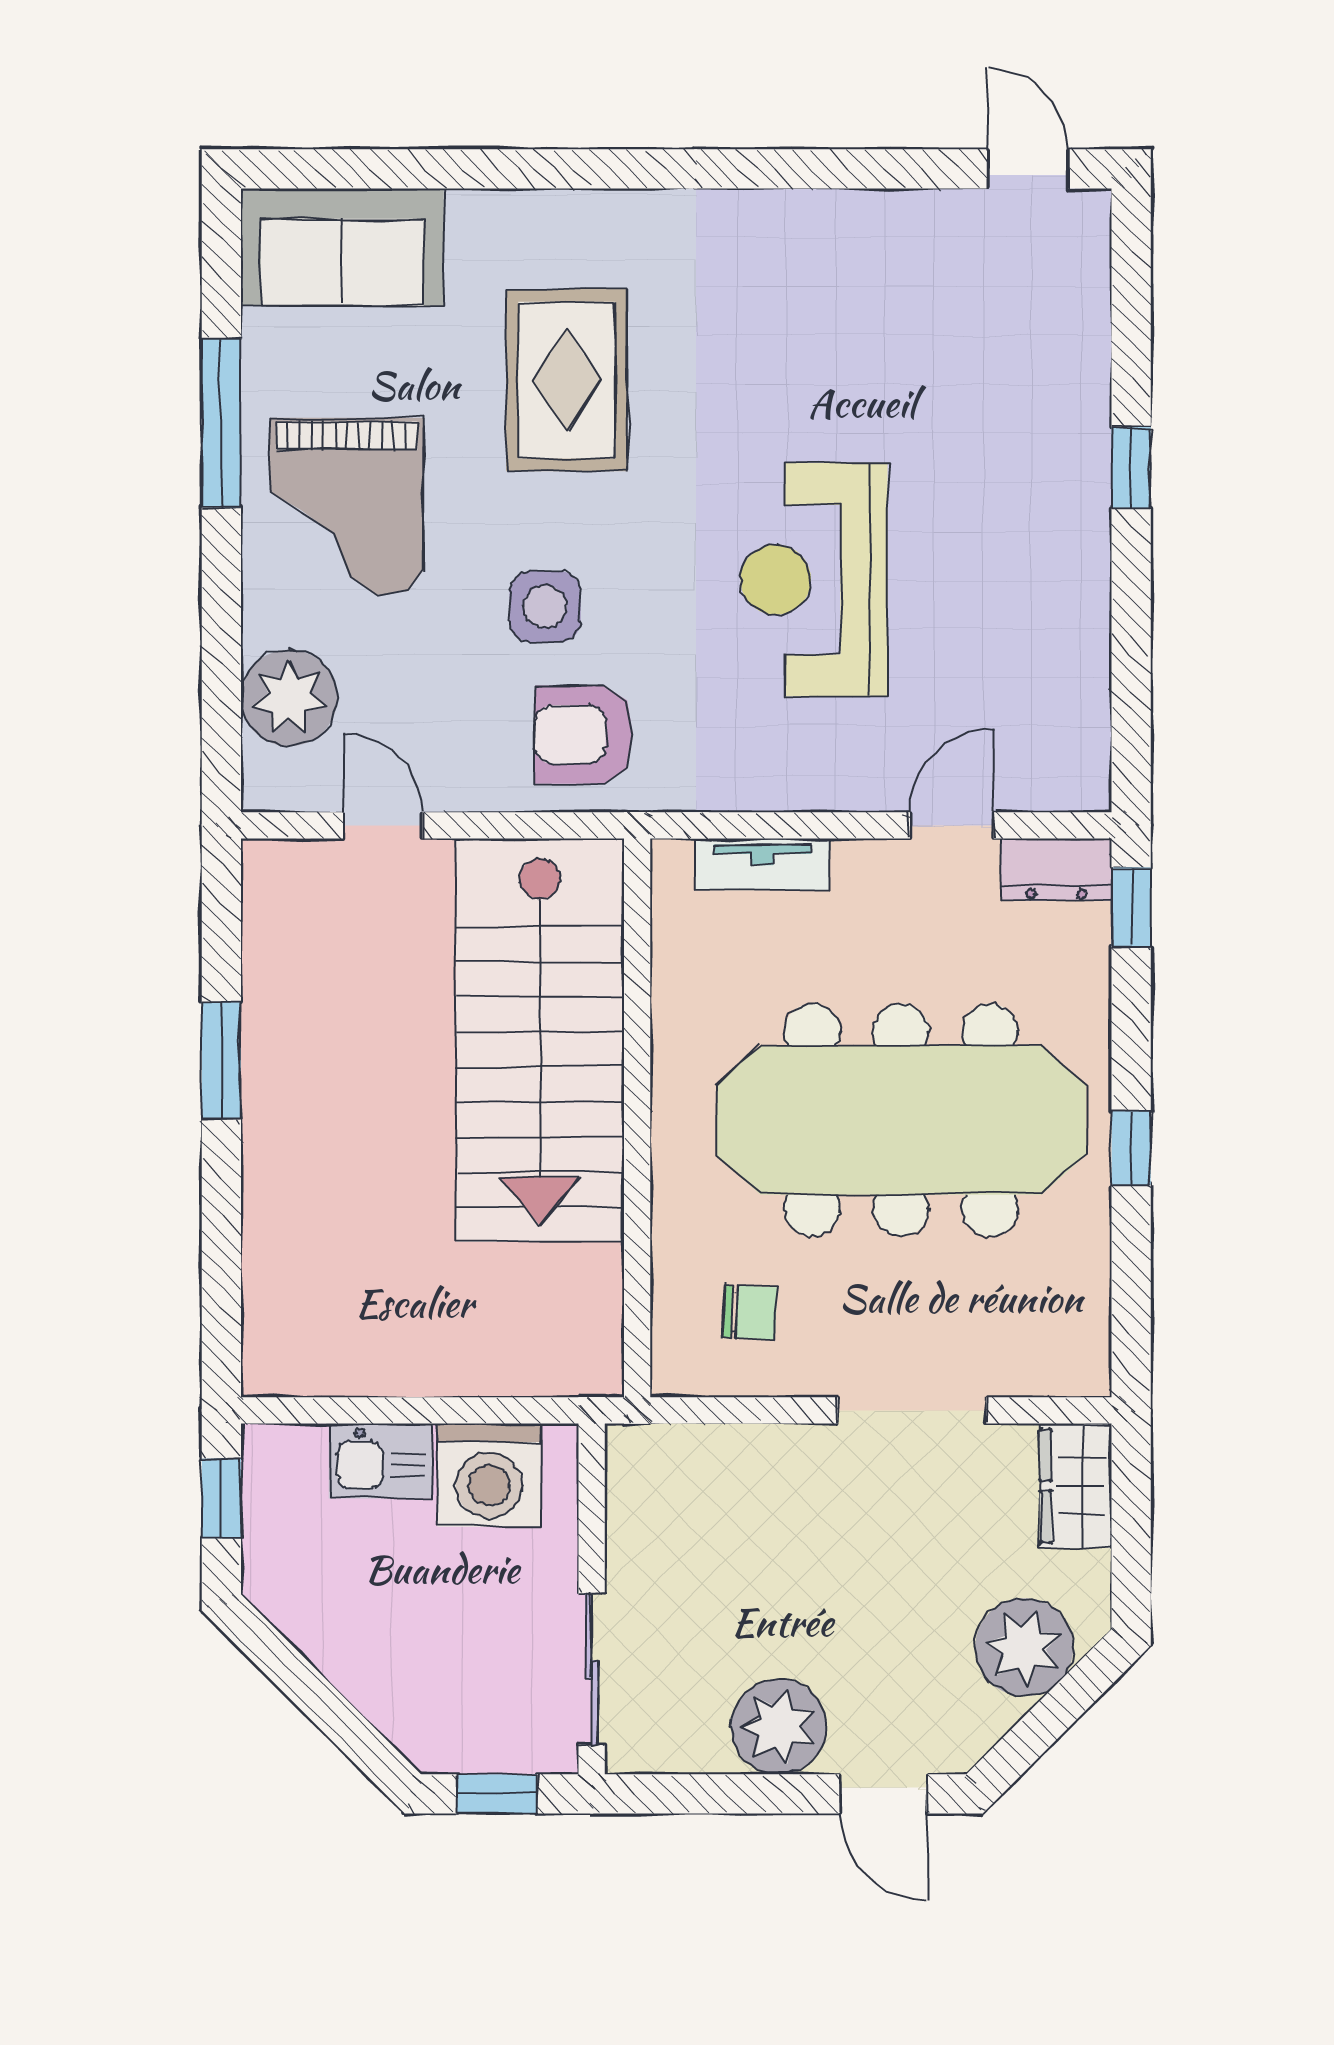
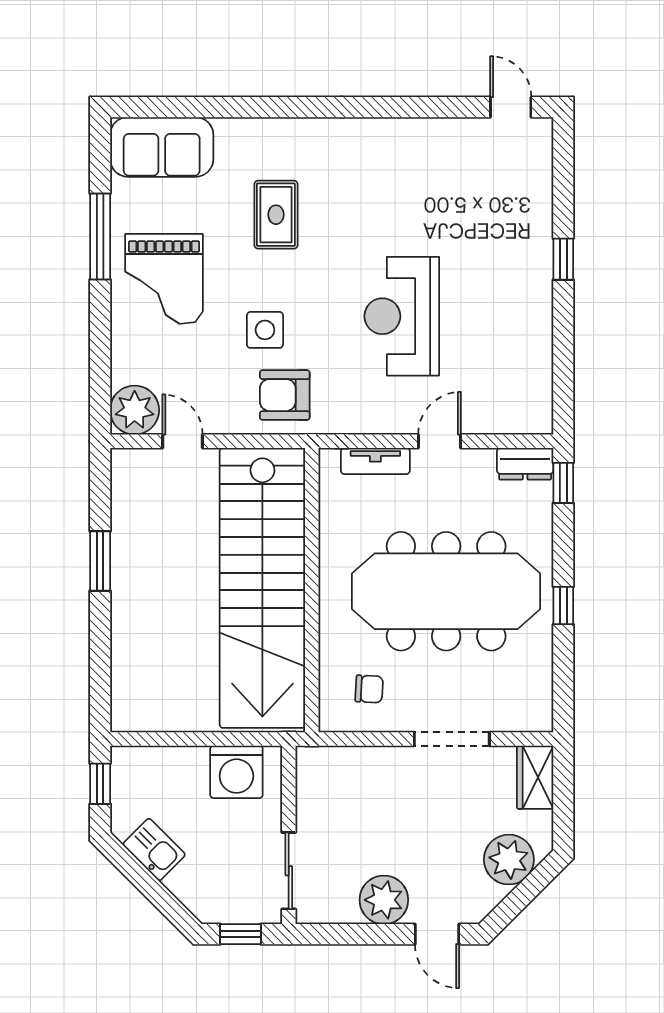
rug: (567, 380) -> (276, 215), width x0.73, depth x0.70
plant: (289, 698) -> (135, 410), moved
door: (952, 825) -> (440, 441), moved
stairs: (540, 1040) -> (262, 588), width x1.36
kitchen sink: (381, 1461) -> (154, 850), moved, turned -135

